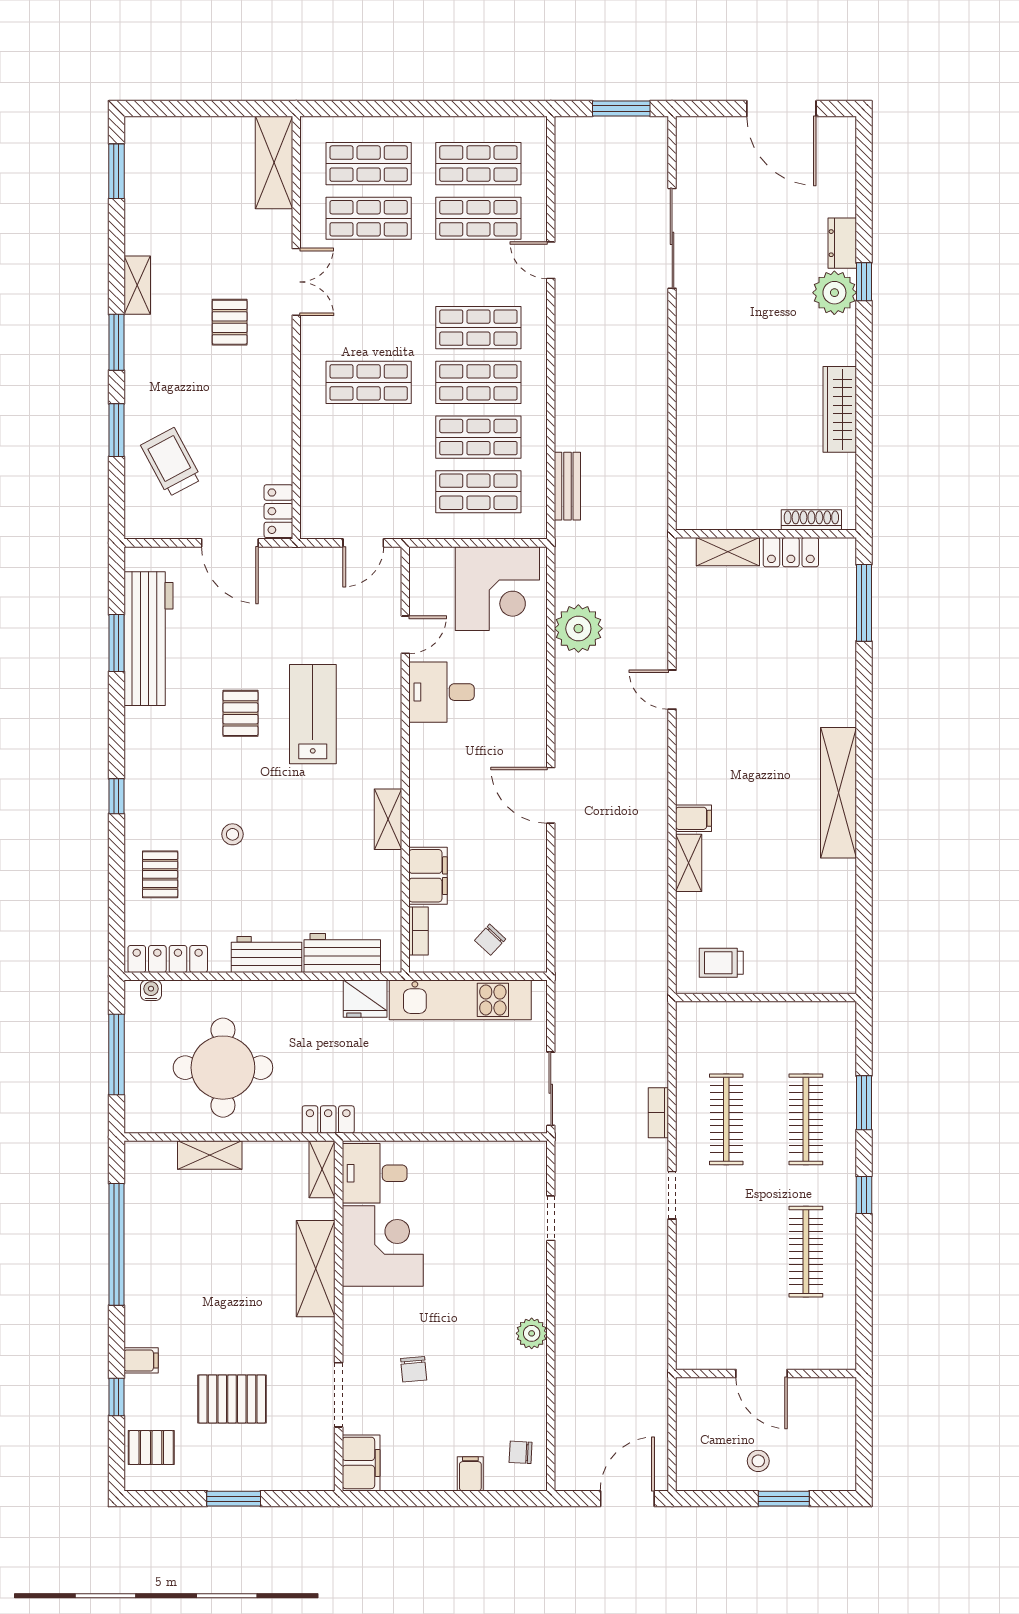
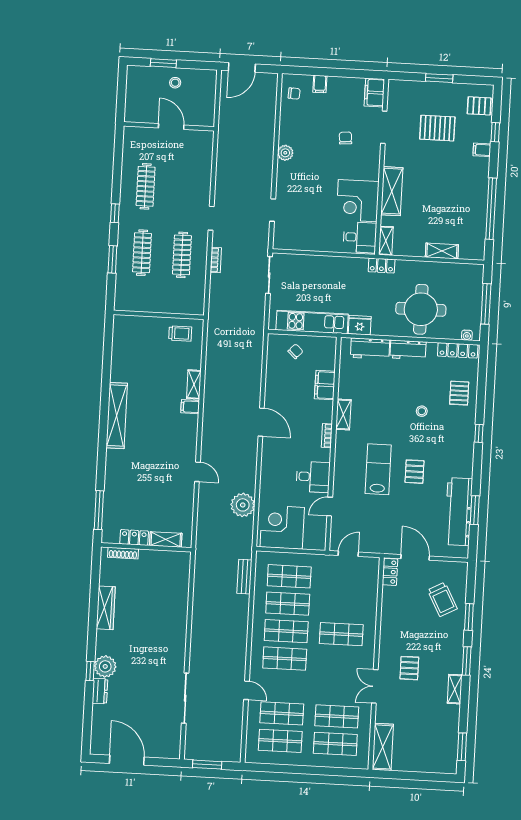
lab bench: (313, 714) -> (378, 469), turned 180
bookcase: (419, 931) -> (327, 436), moved
round table: (223, 1068) -> (421, 309), moved

